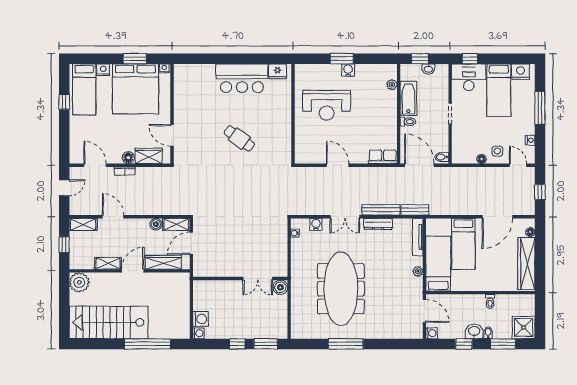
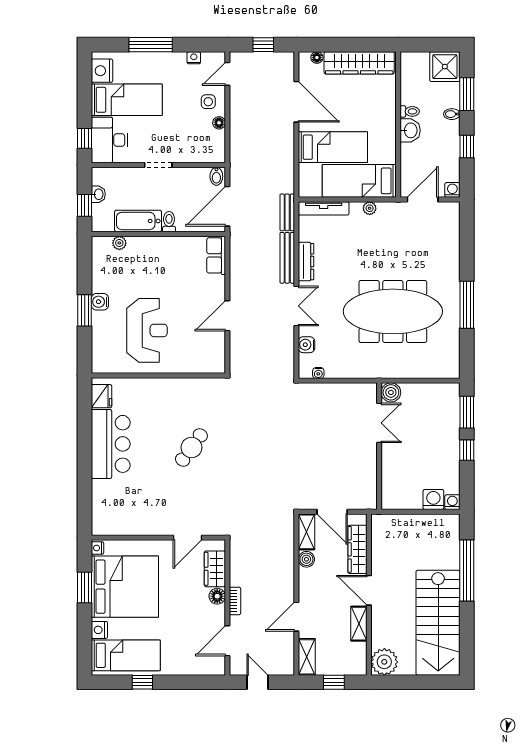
washbasin: (474, 331) -> (410, 130), moved, turned 180

